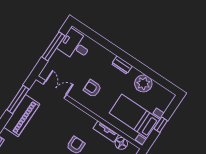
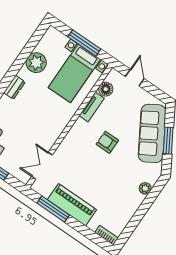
armchair: (92, 88) -> (41, 122), removed
window: (161, 125) -> (84, 43), width x2.17

